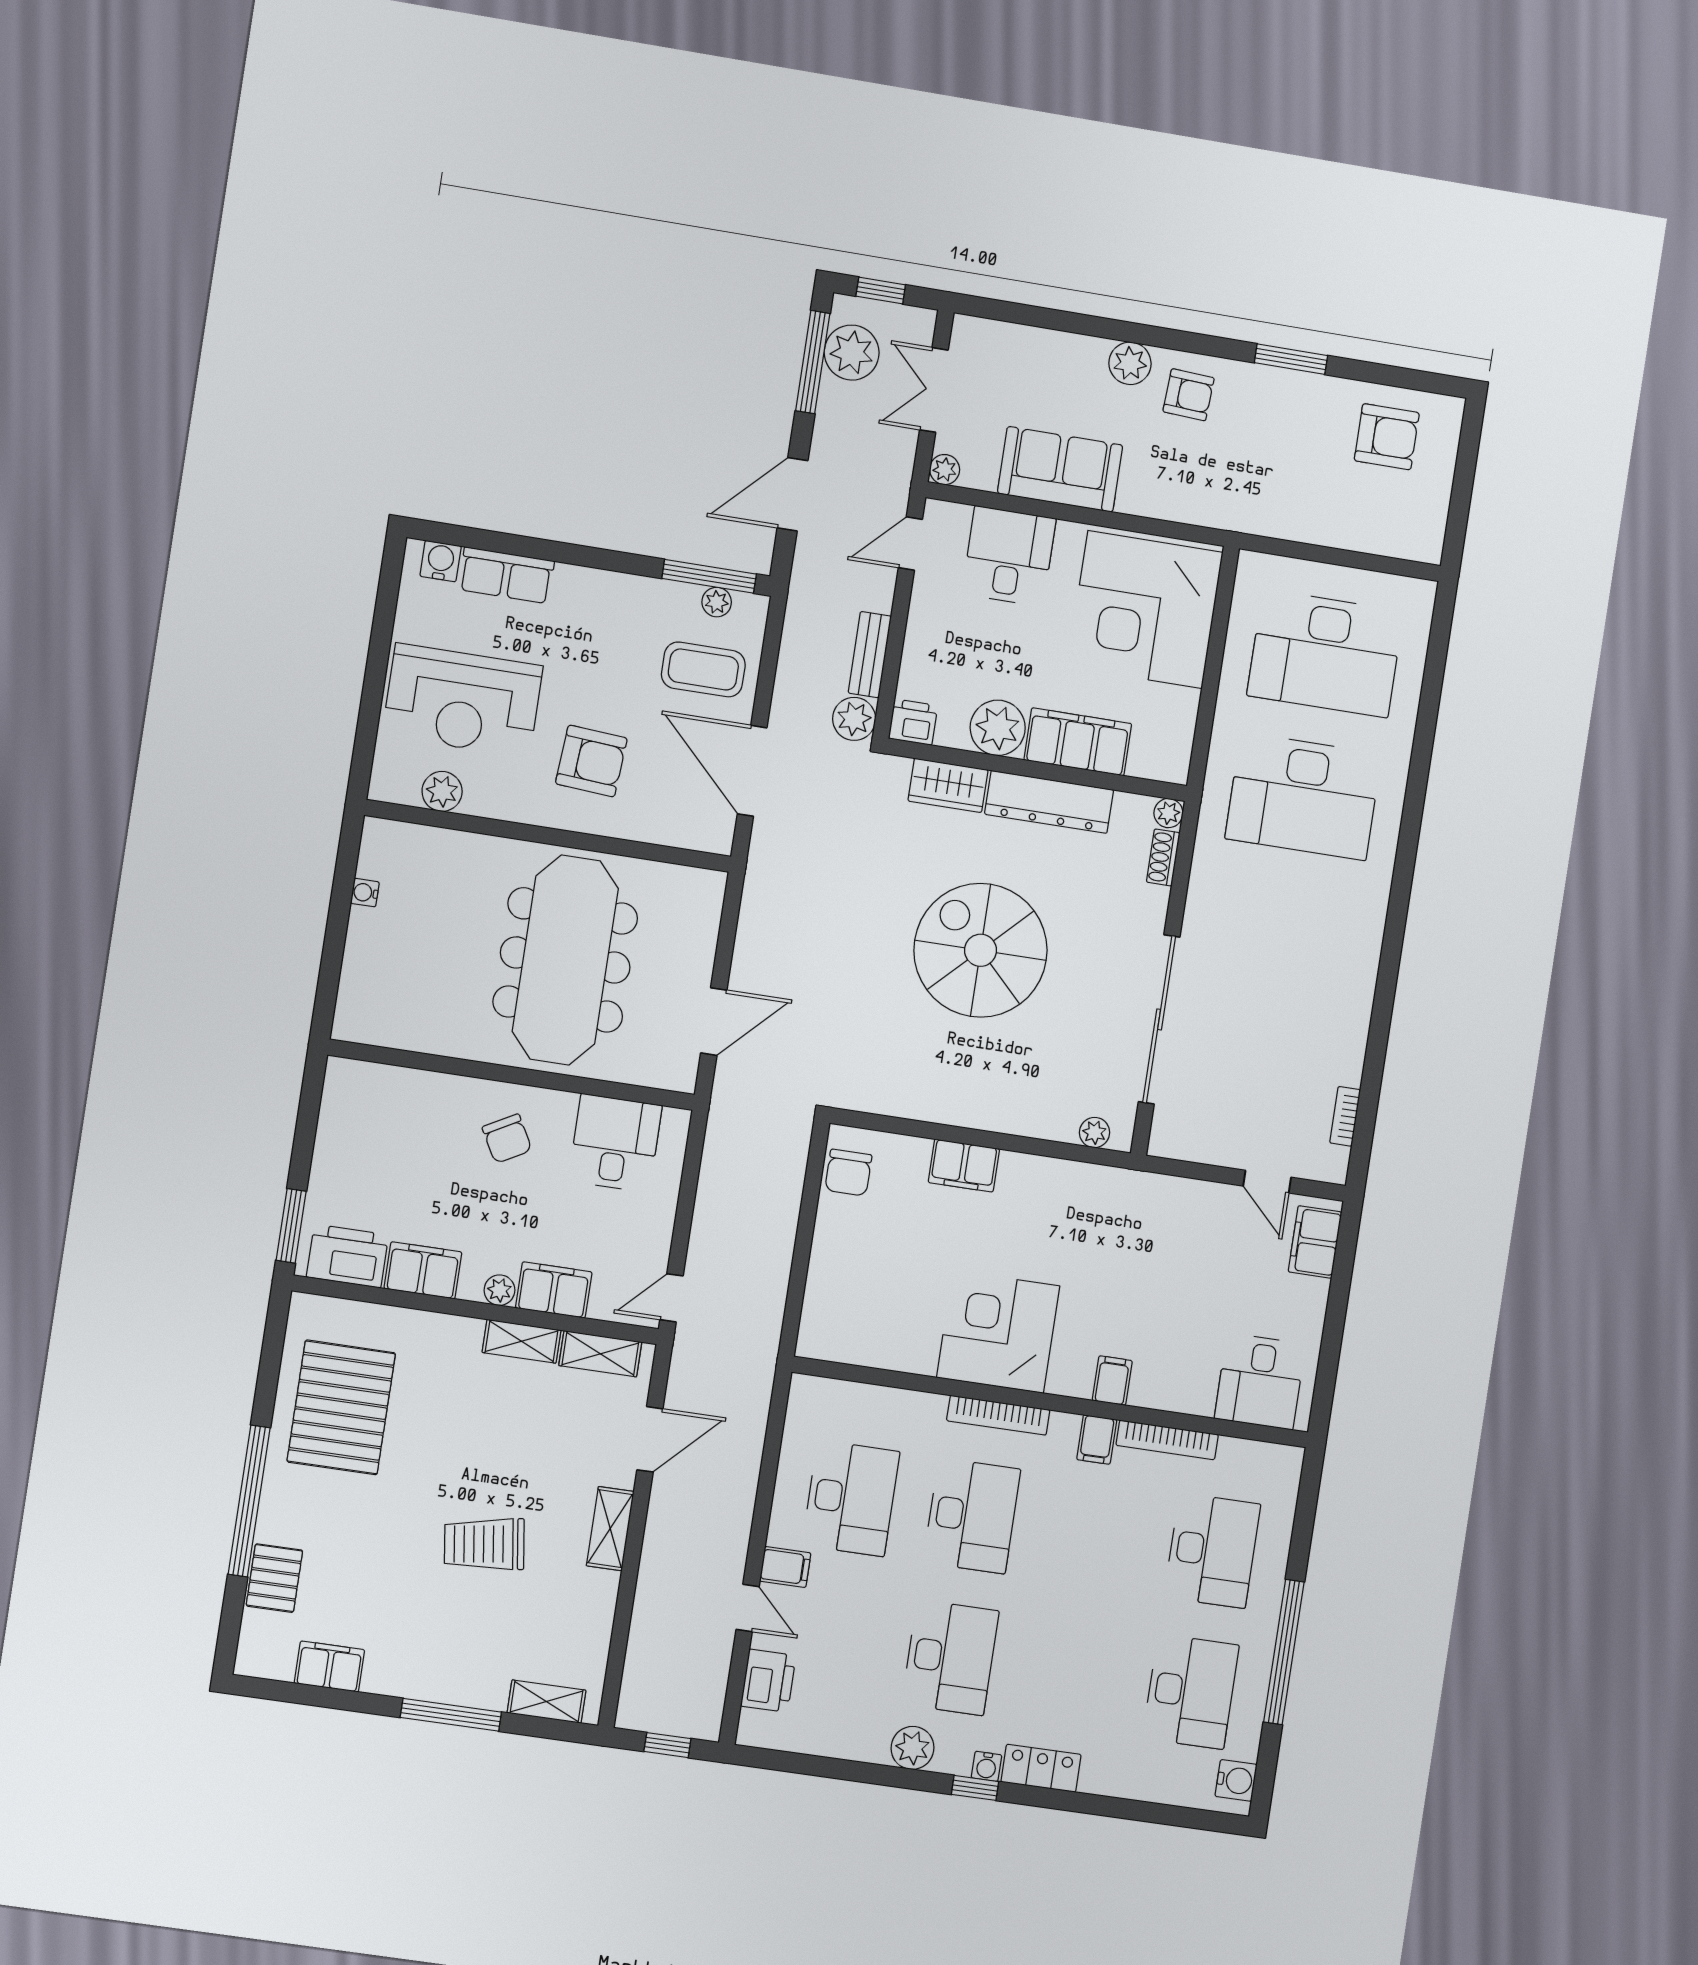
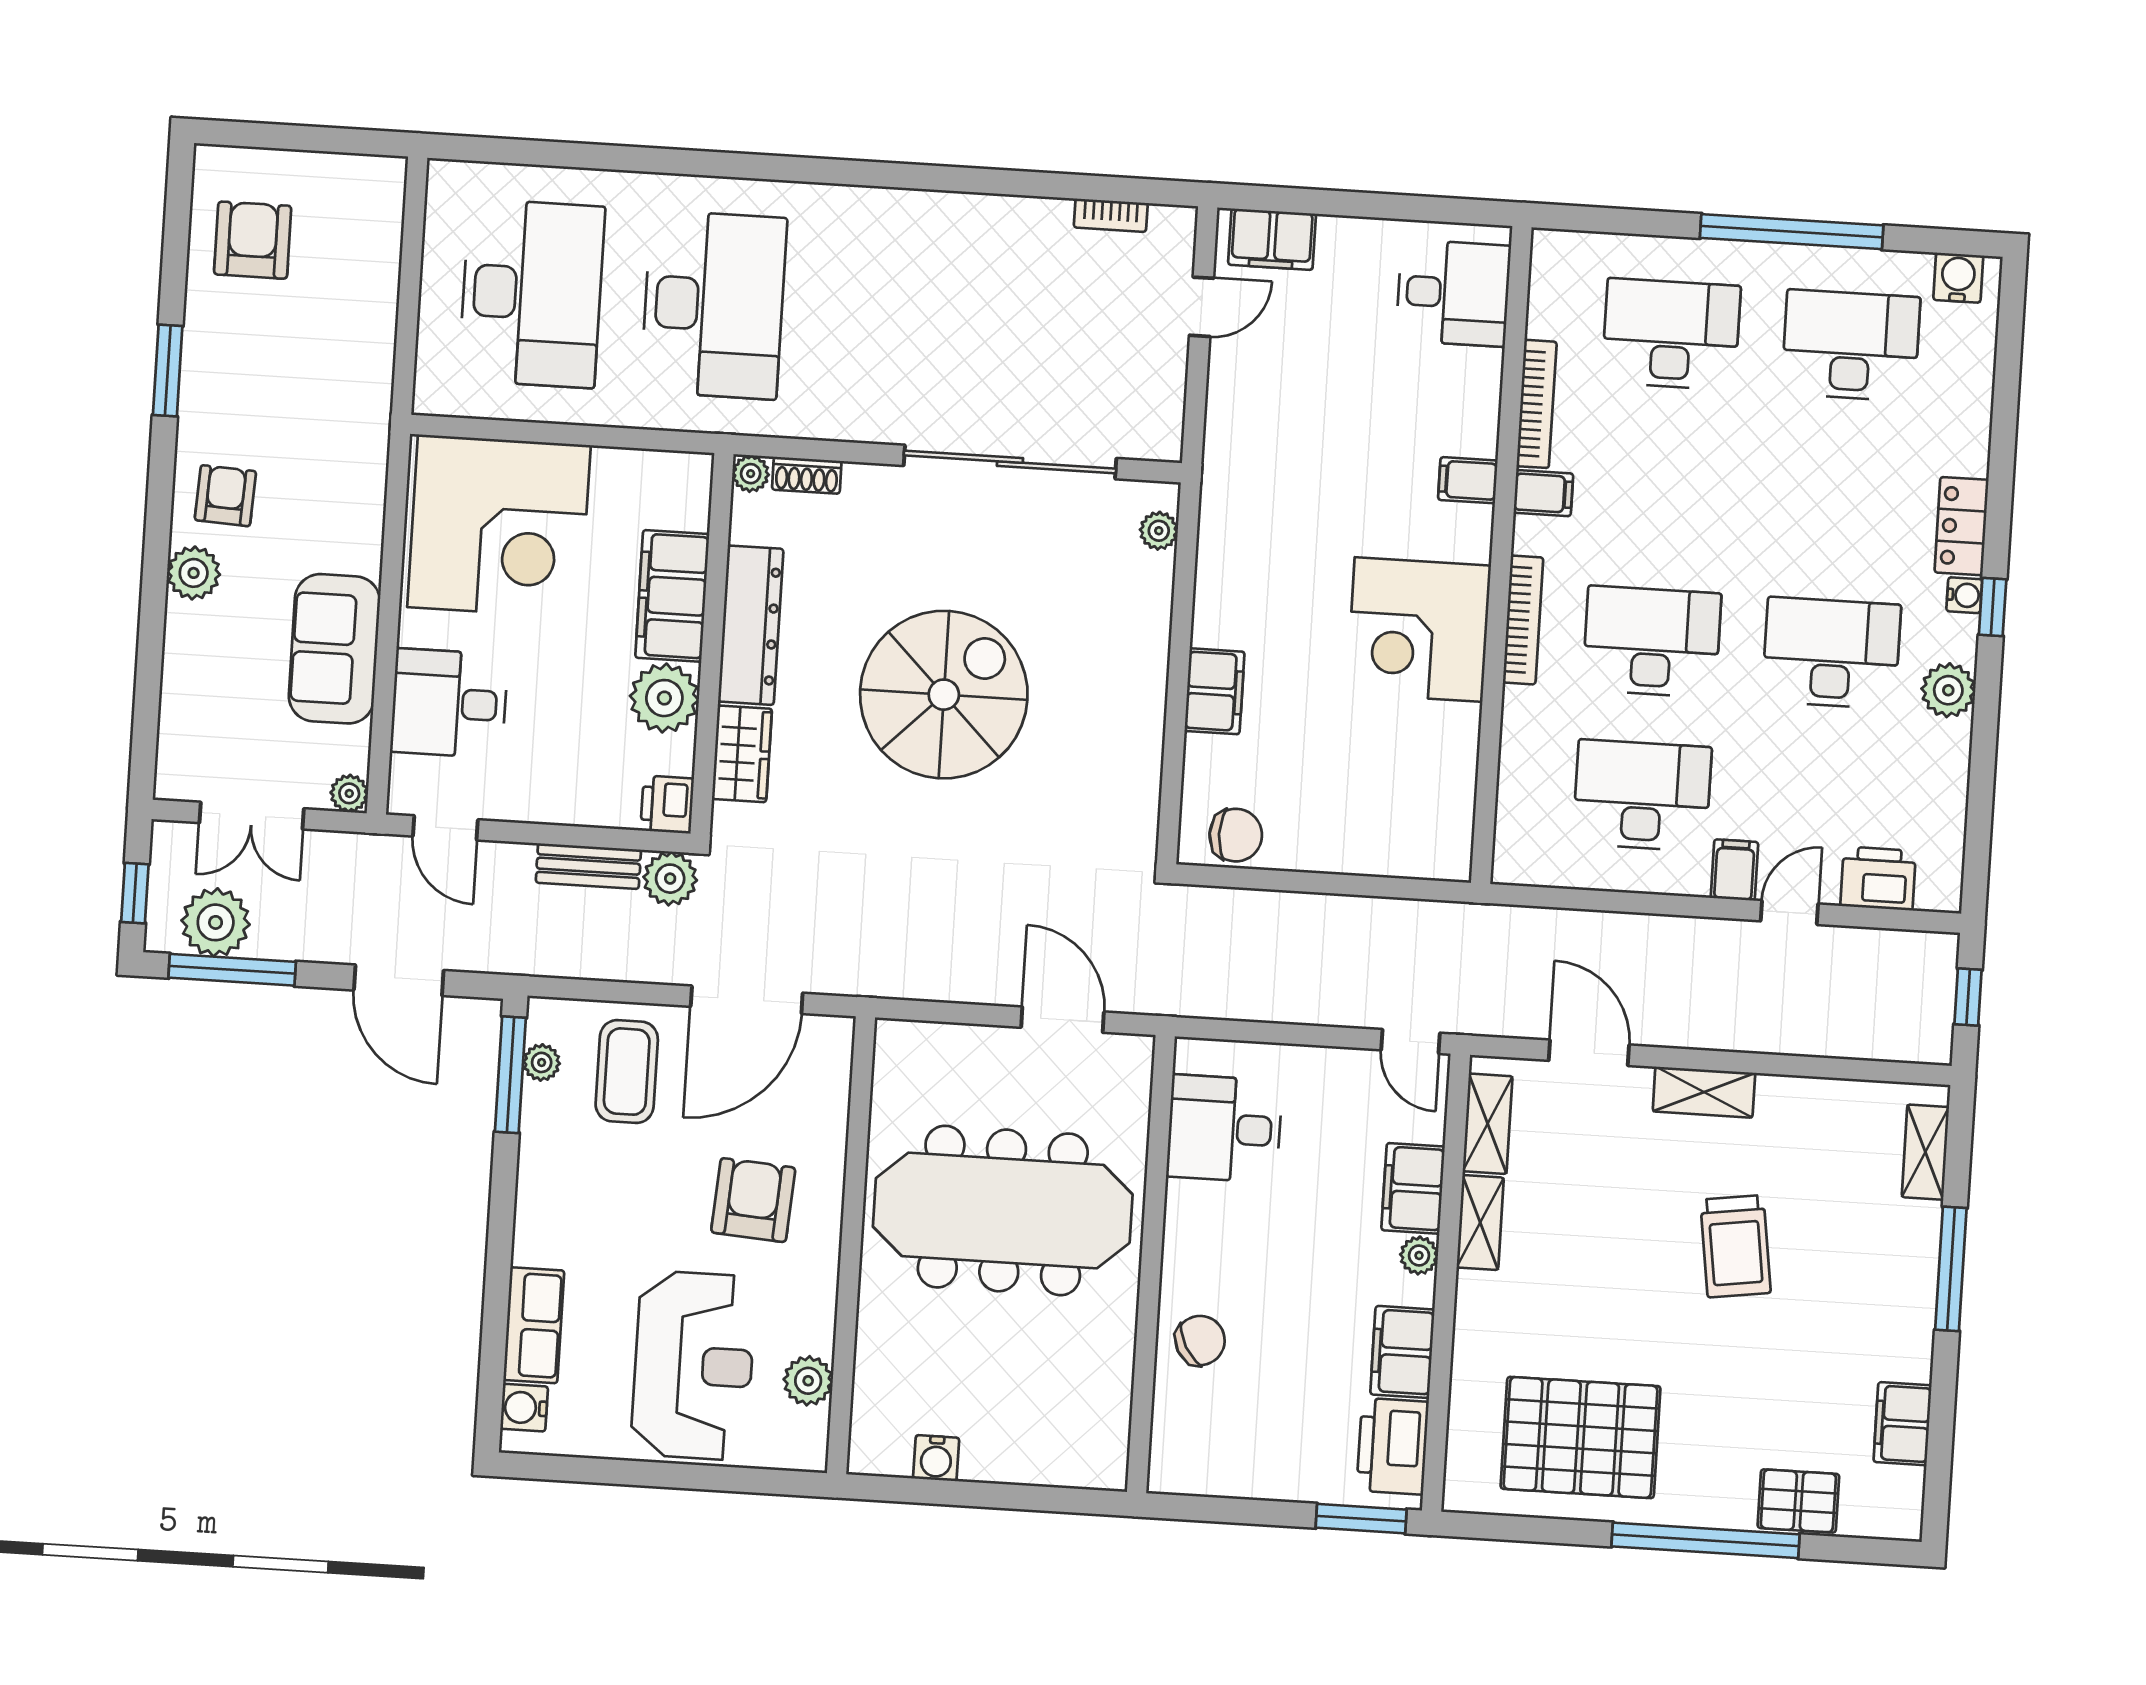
water cooler: (365, 893) -> (936, 1458), width x1.38, depth x1.38
spiral stairs: (981, 950) -> (944, 695), turned 180
chair: (507, 1139) -> (1200, 1340), moved

